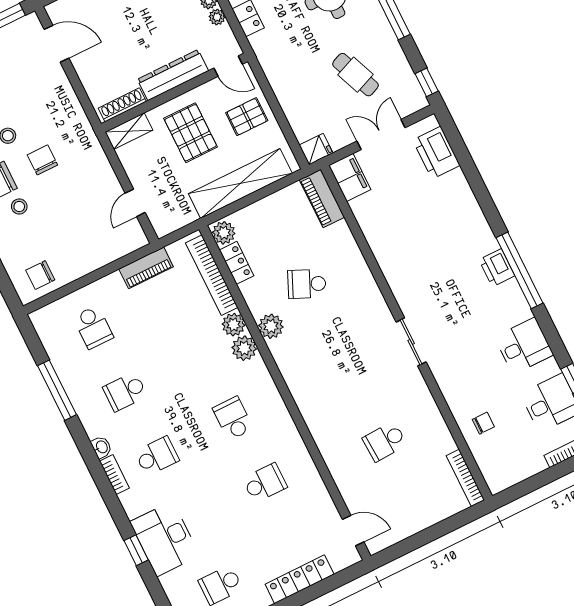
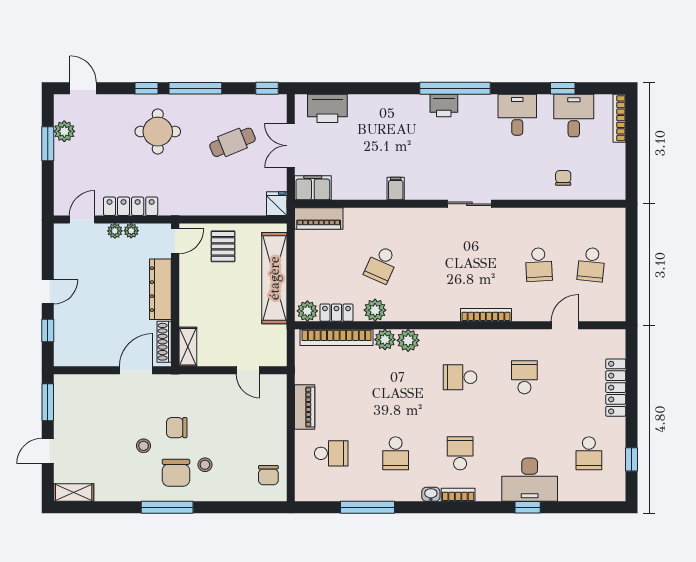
door: (56, 44) -> (136, 370), moved
pallet: (191, 133) -> (214, 298), removed
filing cabinet: (390, 261) -> (396, 189), added
piano: (146, 268) -> (305, 407), moved
plant: (271, 326) -> (375, 310), moved
bookcase: (465, 478) -> (486, 315), moved, turned 180
school desk: (411, 494) -> (591, 265), added
door: (353, 531) -> (565, 325), moved

